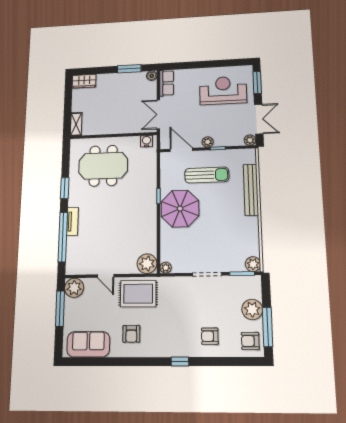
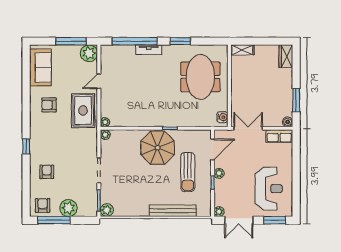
plant: (147, 264) -> (105, 122), width x0.53, depth x0.53

